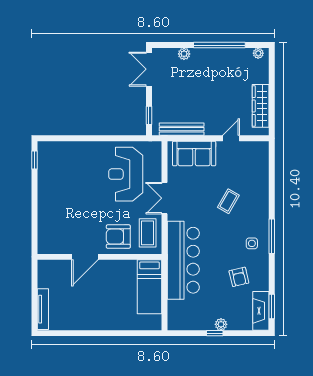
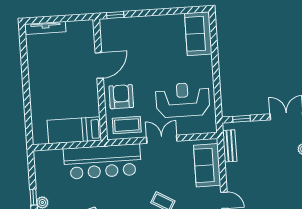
bench: (182, 129) -> (230, 146), width x0.73
sofa: (59, 154) -> (198, 34), added
window: (35, 160) -> (115, 15), moved
door: (85, 257) -> (99, 65), swing flipped

